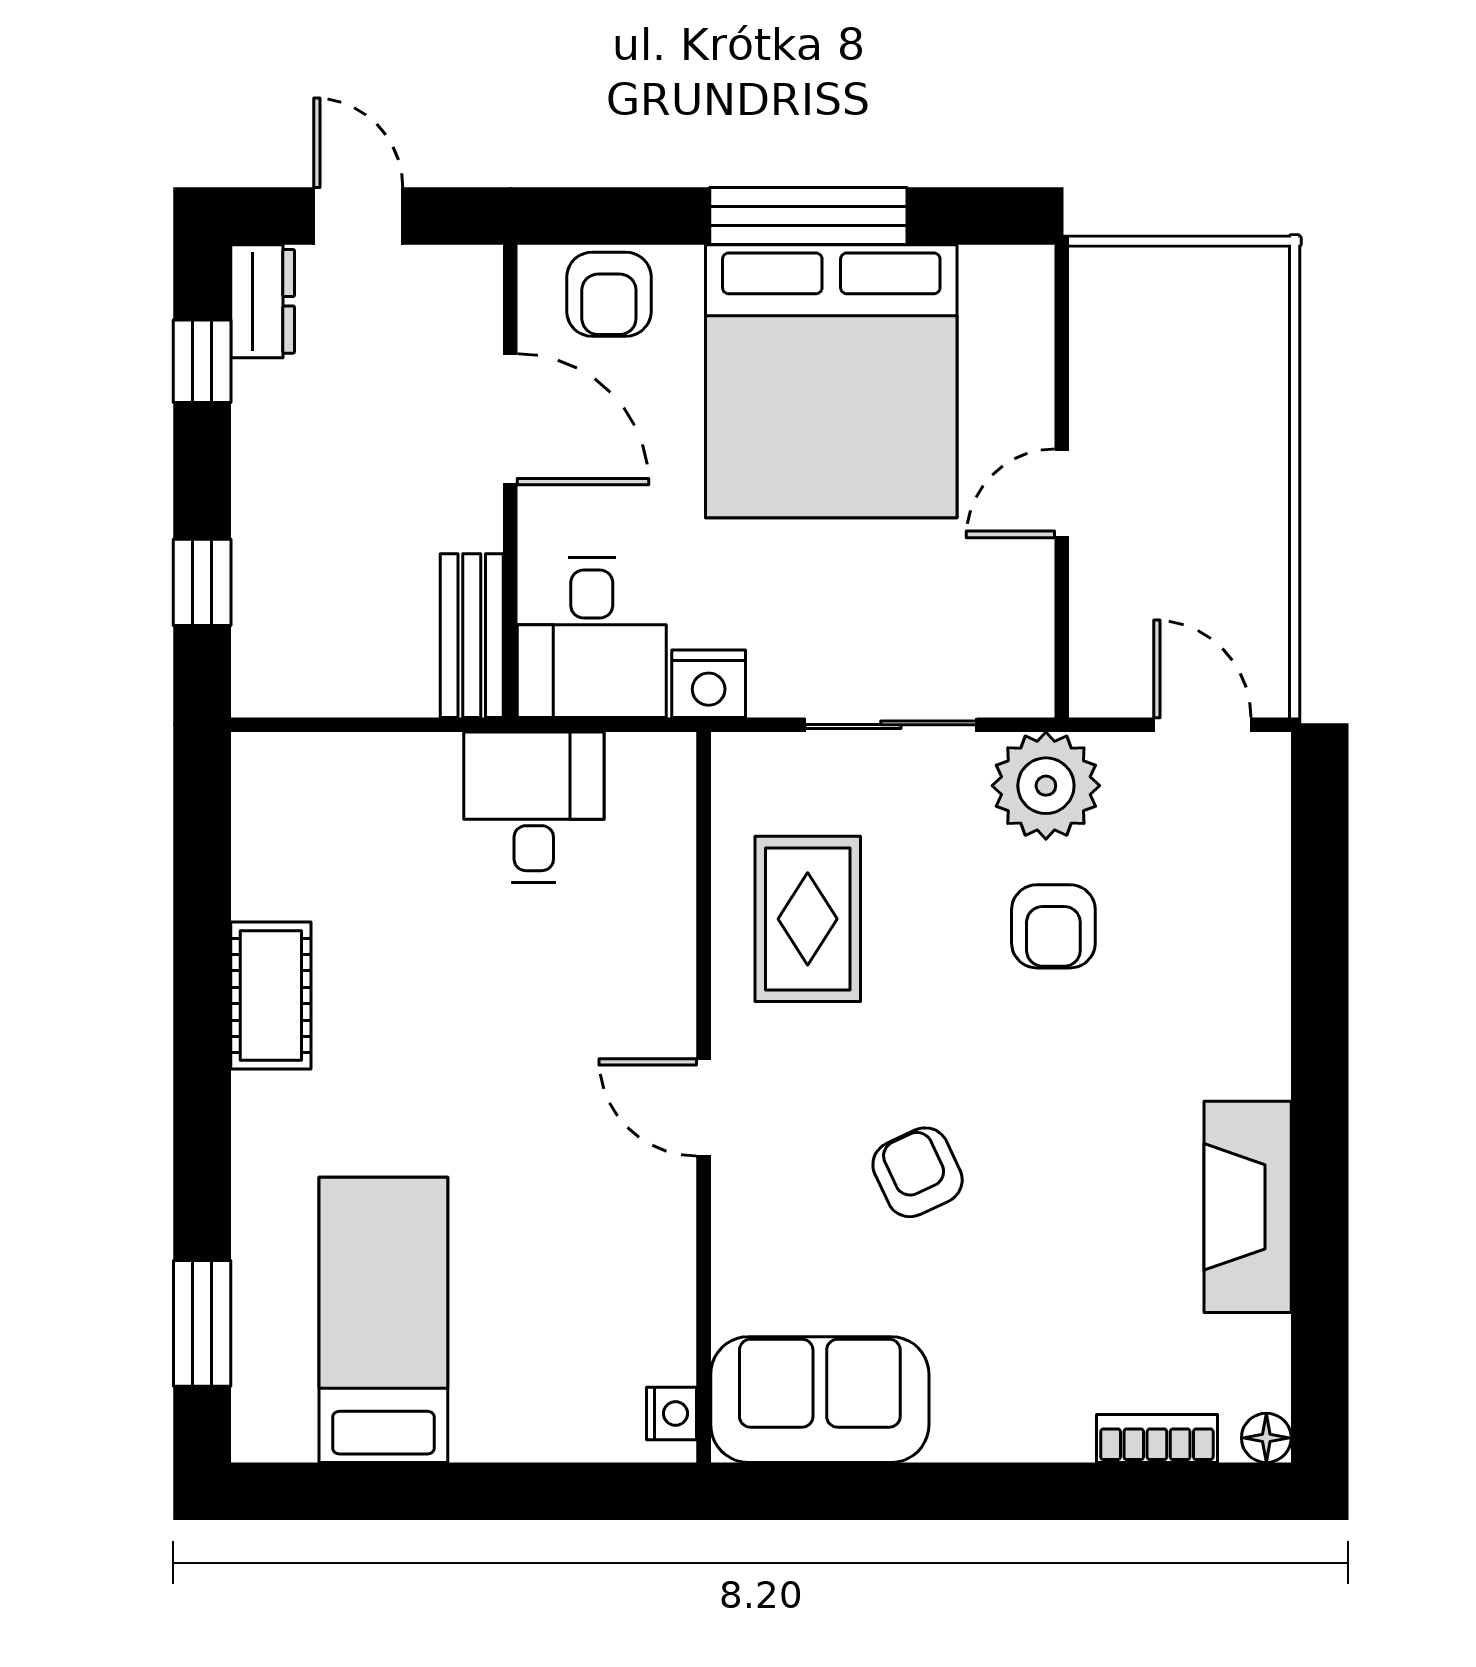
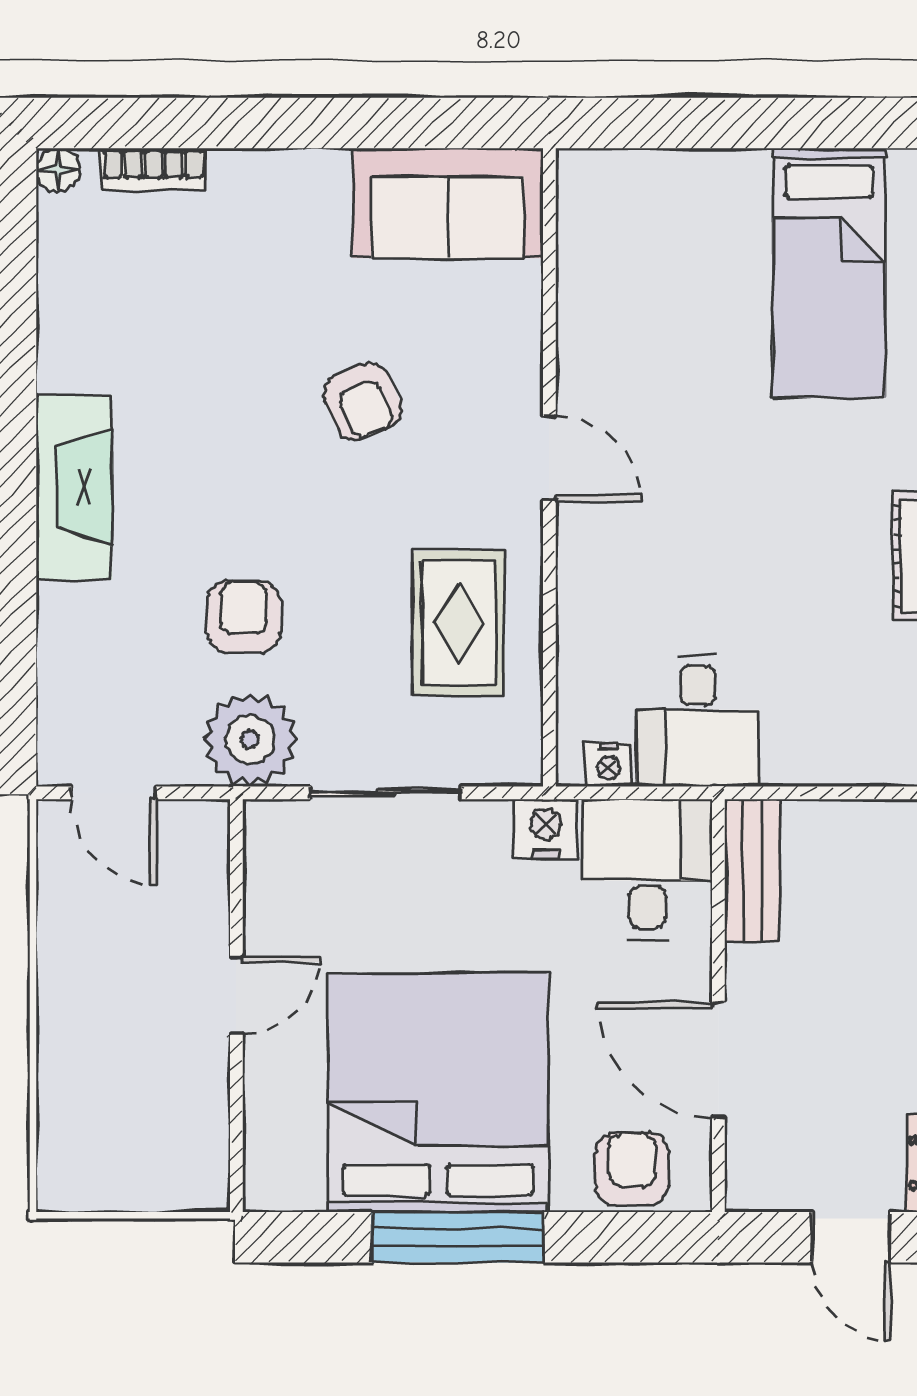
fireplace: (1248, 1207) -> (74, 487), moved
nightstand: (672, 1413) -> (609, 765), moved, turned -90

